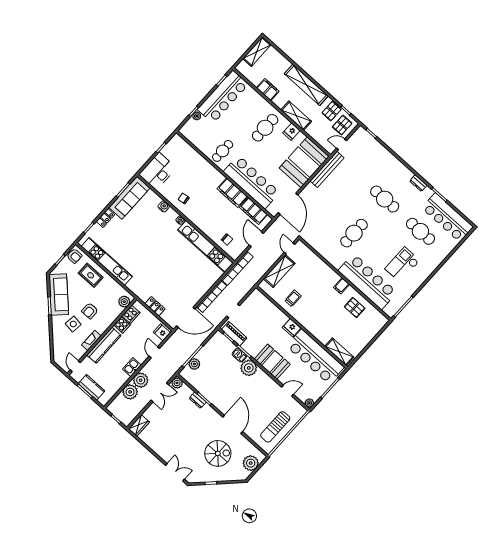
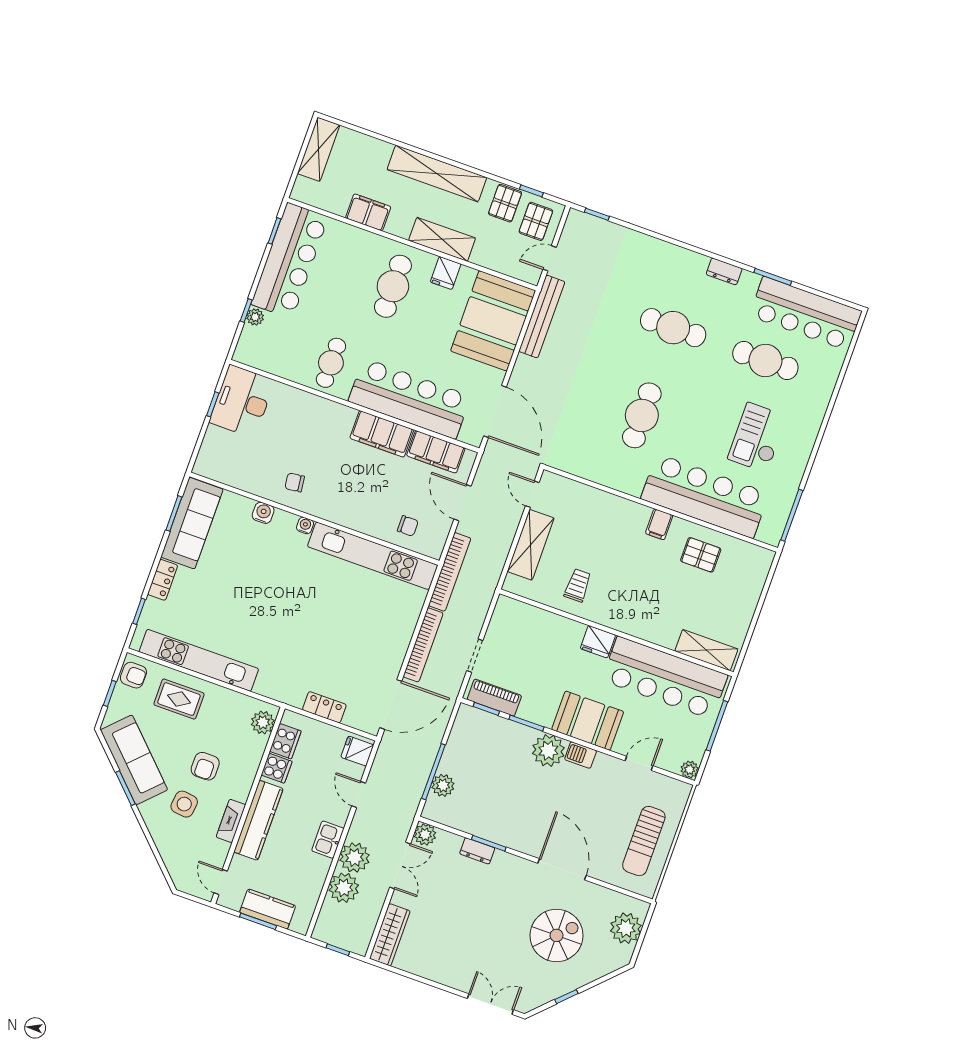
desk: (158, 171) -> (242, 401), moved
barbecue: (239, 355) -> (581, 755), moved
wardrobe: (139, 425) -> (390, 935), width x1.50

